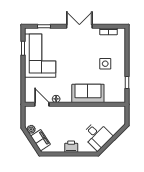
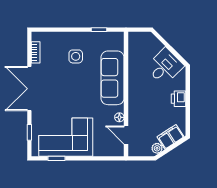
double door: (79, 26) -> (29, 89), width x1.37
sofa: (88, 93) -> (113, 78), width x1.36
door: (42, 104) -> (126, 135), hinge flipped

